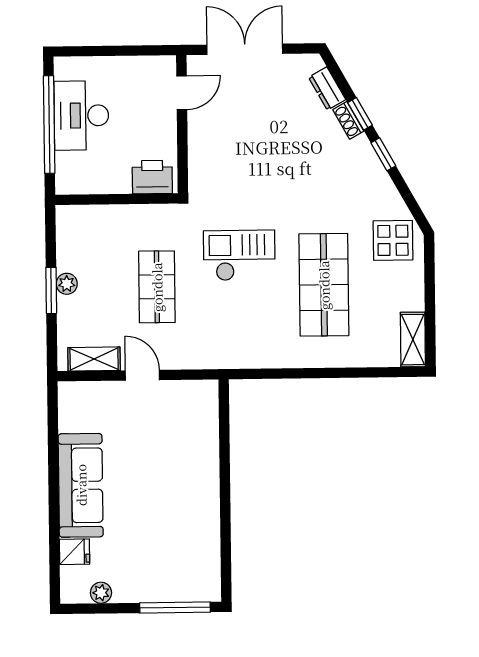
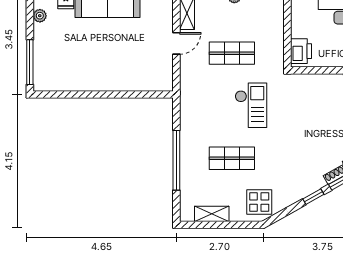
shop shelf: (324, 285) -> (232, 158), width x0.70, depth x0.74
shelving: (413, 340) -> (212, 214), moved
window: (328, 373) -> (176, 160), added

